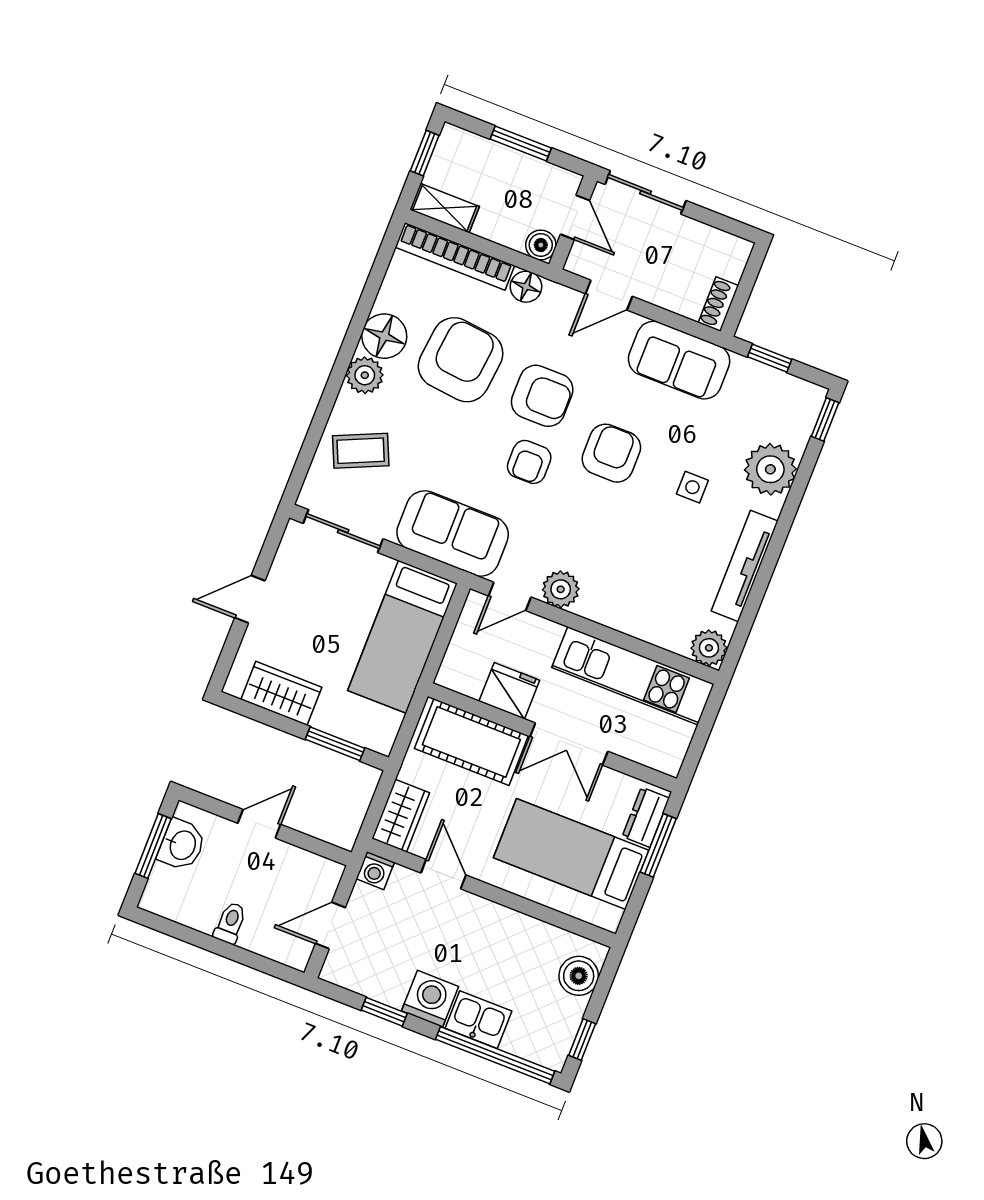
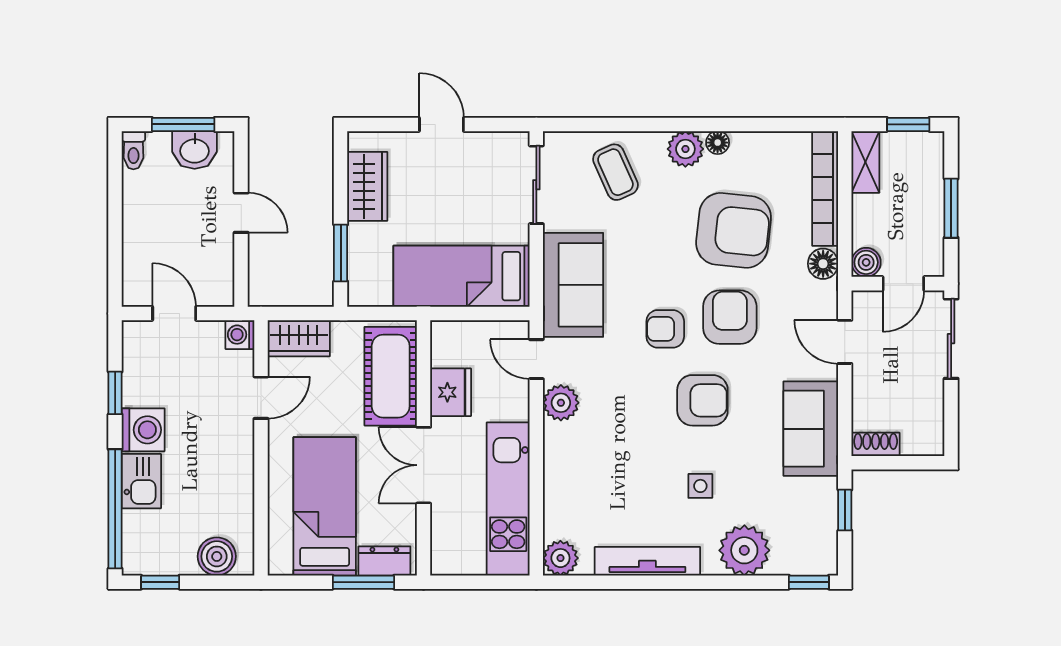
floor lamp: (384, 336) -> (718, 143), width x0.53, depth x0.53
armchair: (542, 396) -> (730, 317), turned 180
toilet: (230, 923) -> (133, 150), moved, turned 90

